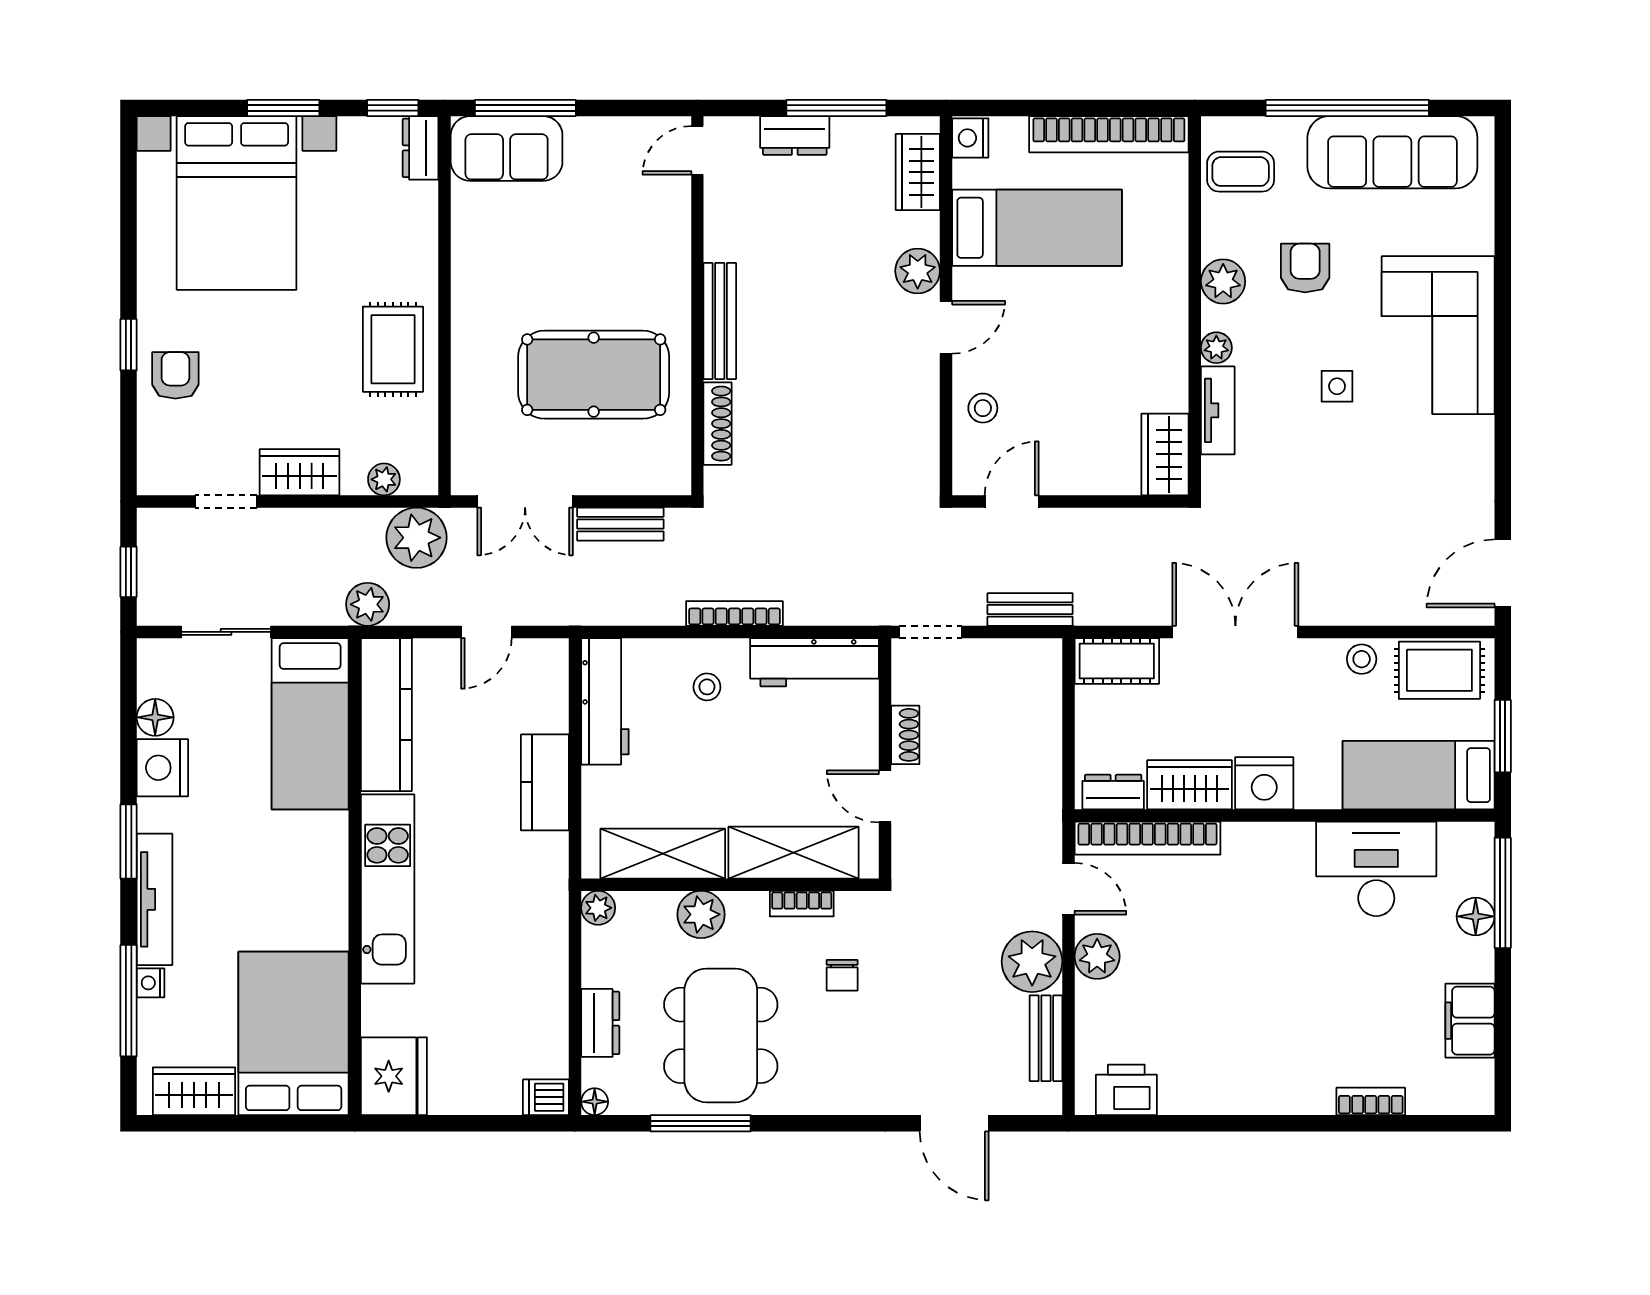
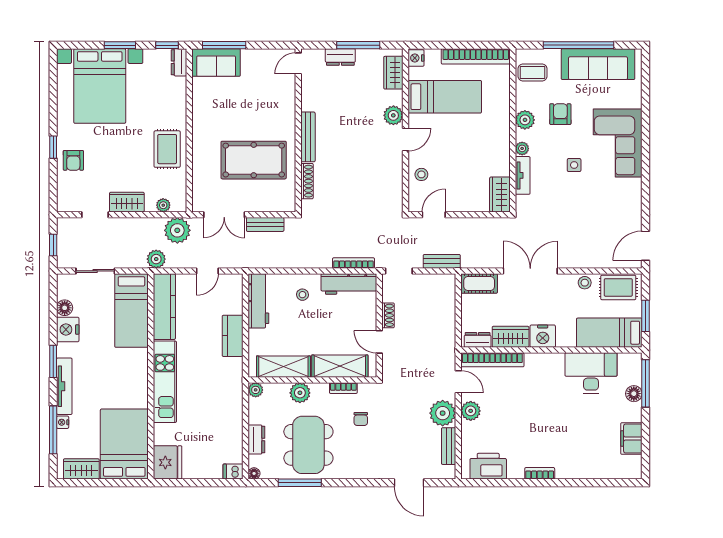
armchair: (175, 375) -> (73, 160), turned 180
bookcase: (734, 613) -> (353, 263), moved
printer: (1126, 1090) -> (488, 466), width x1.37, depth x1.19
bookcase: (1371, 1101) -> (540, 473), moved

